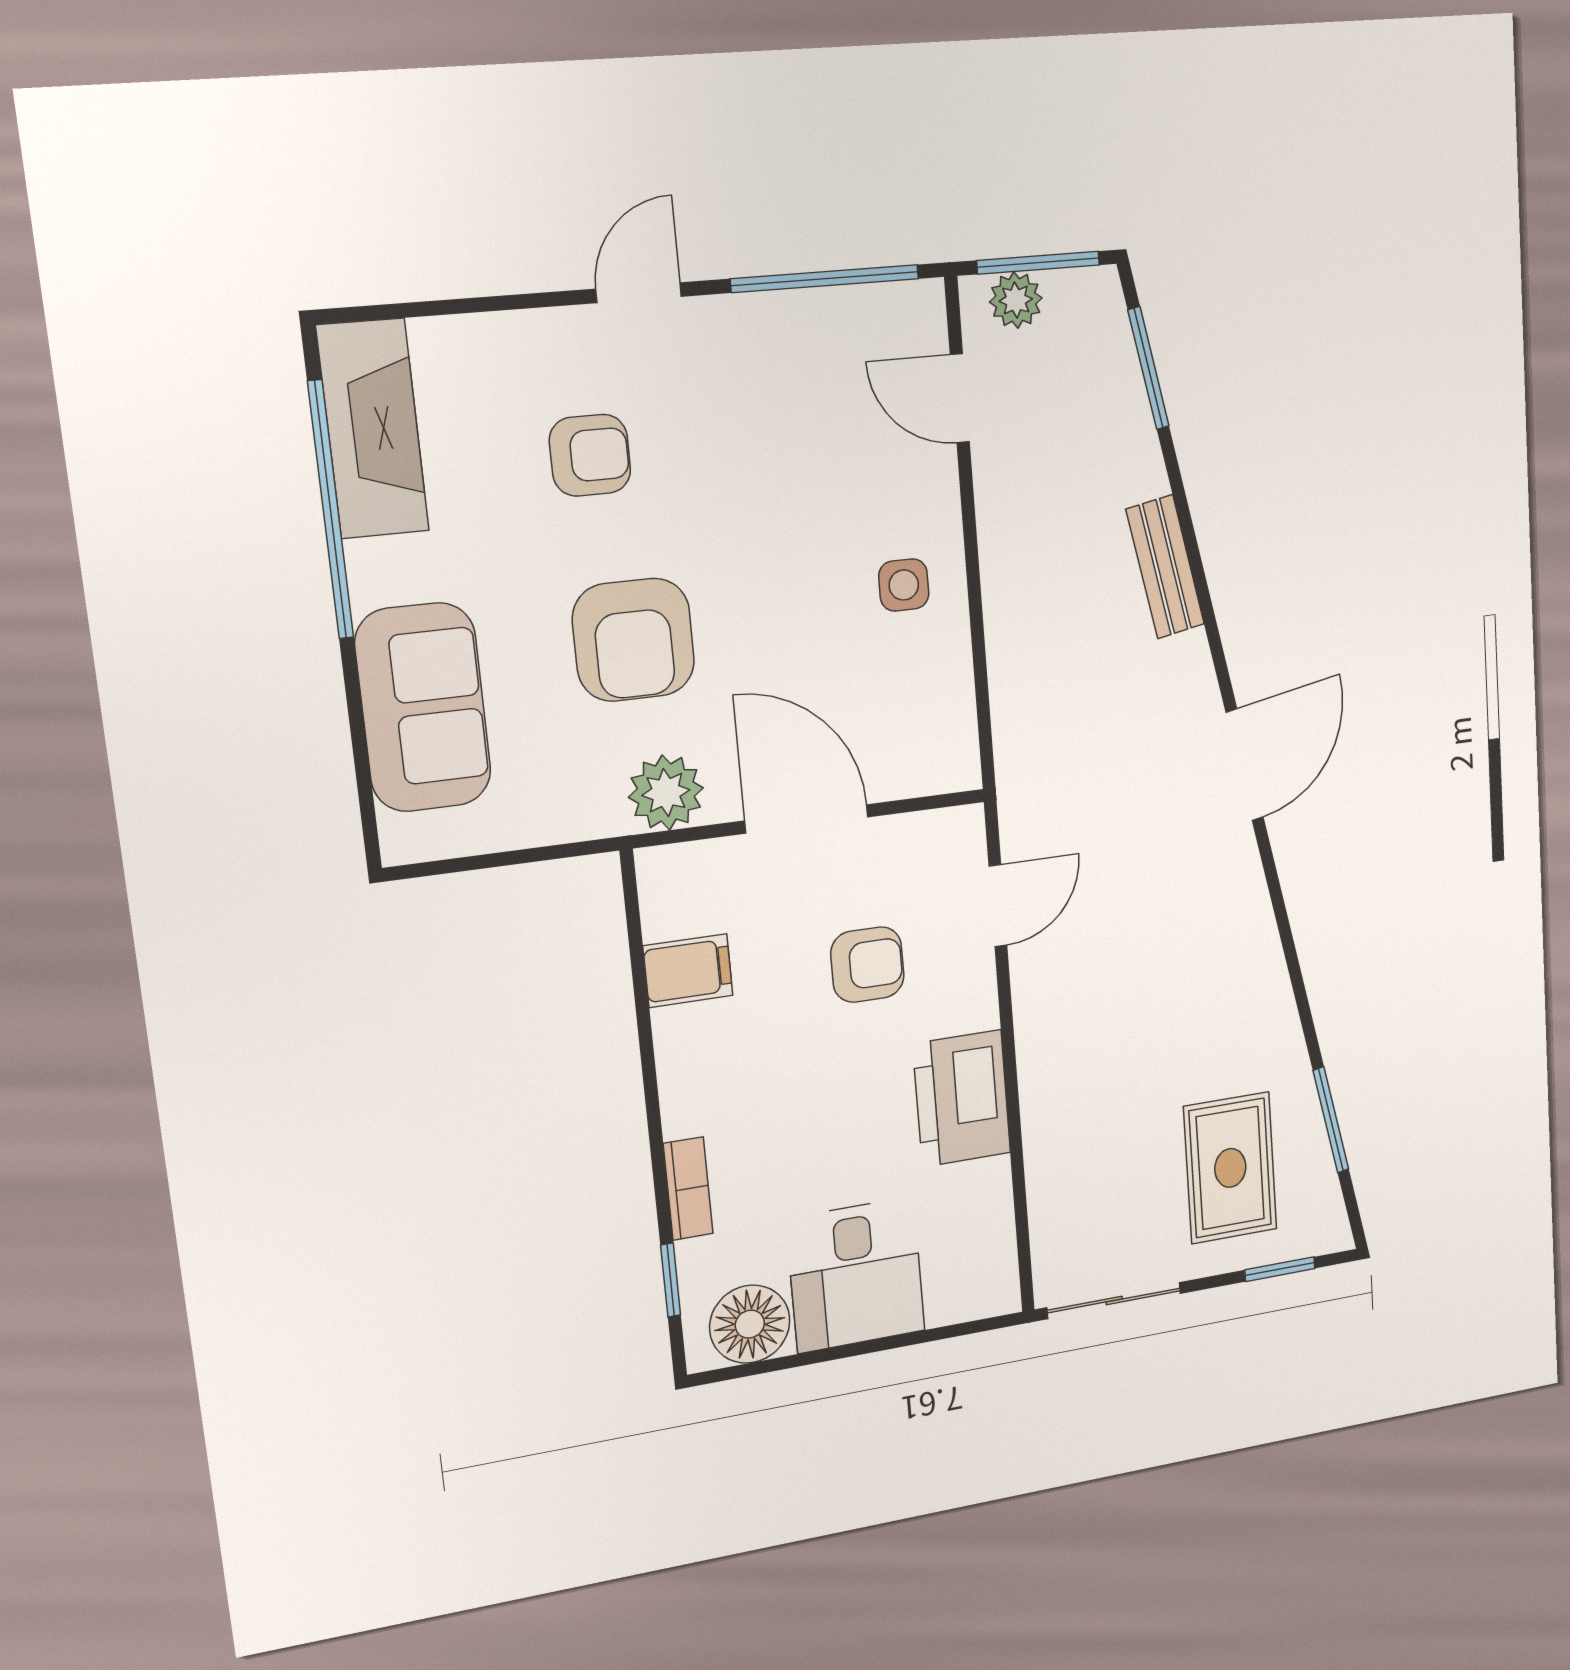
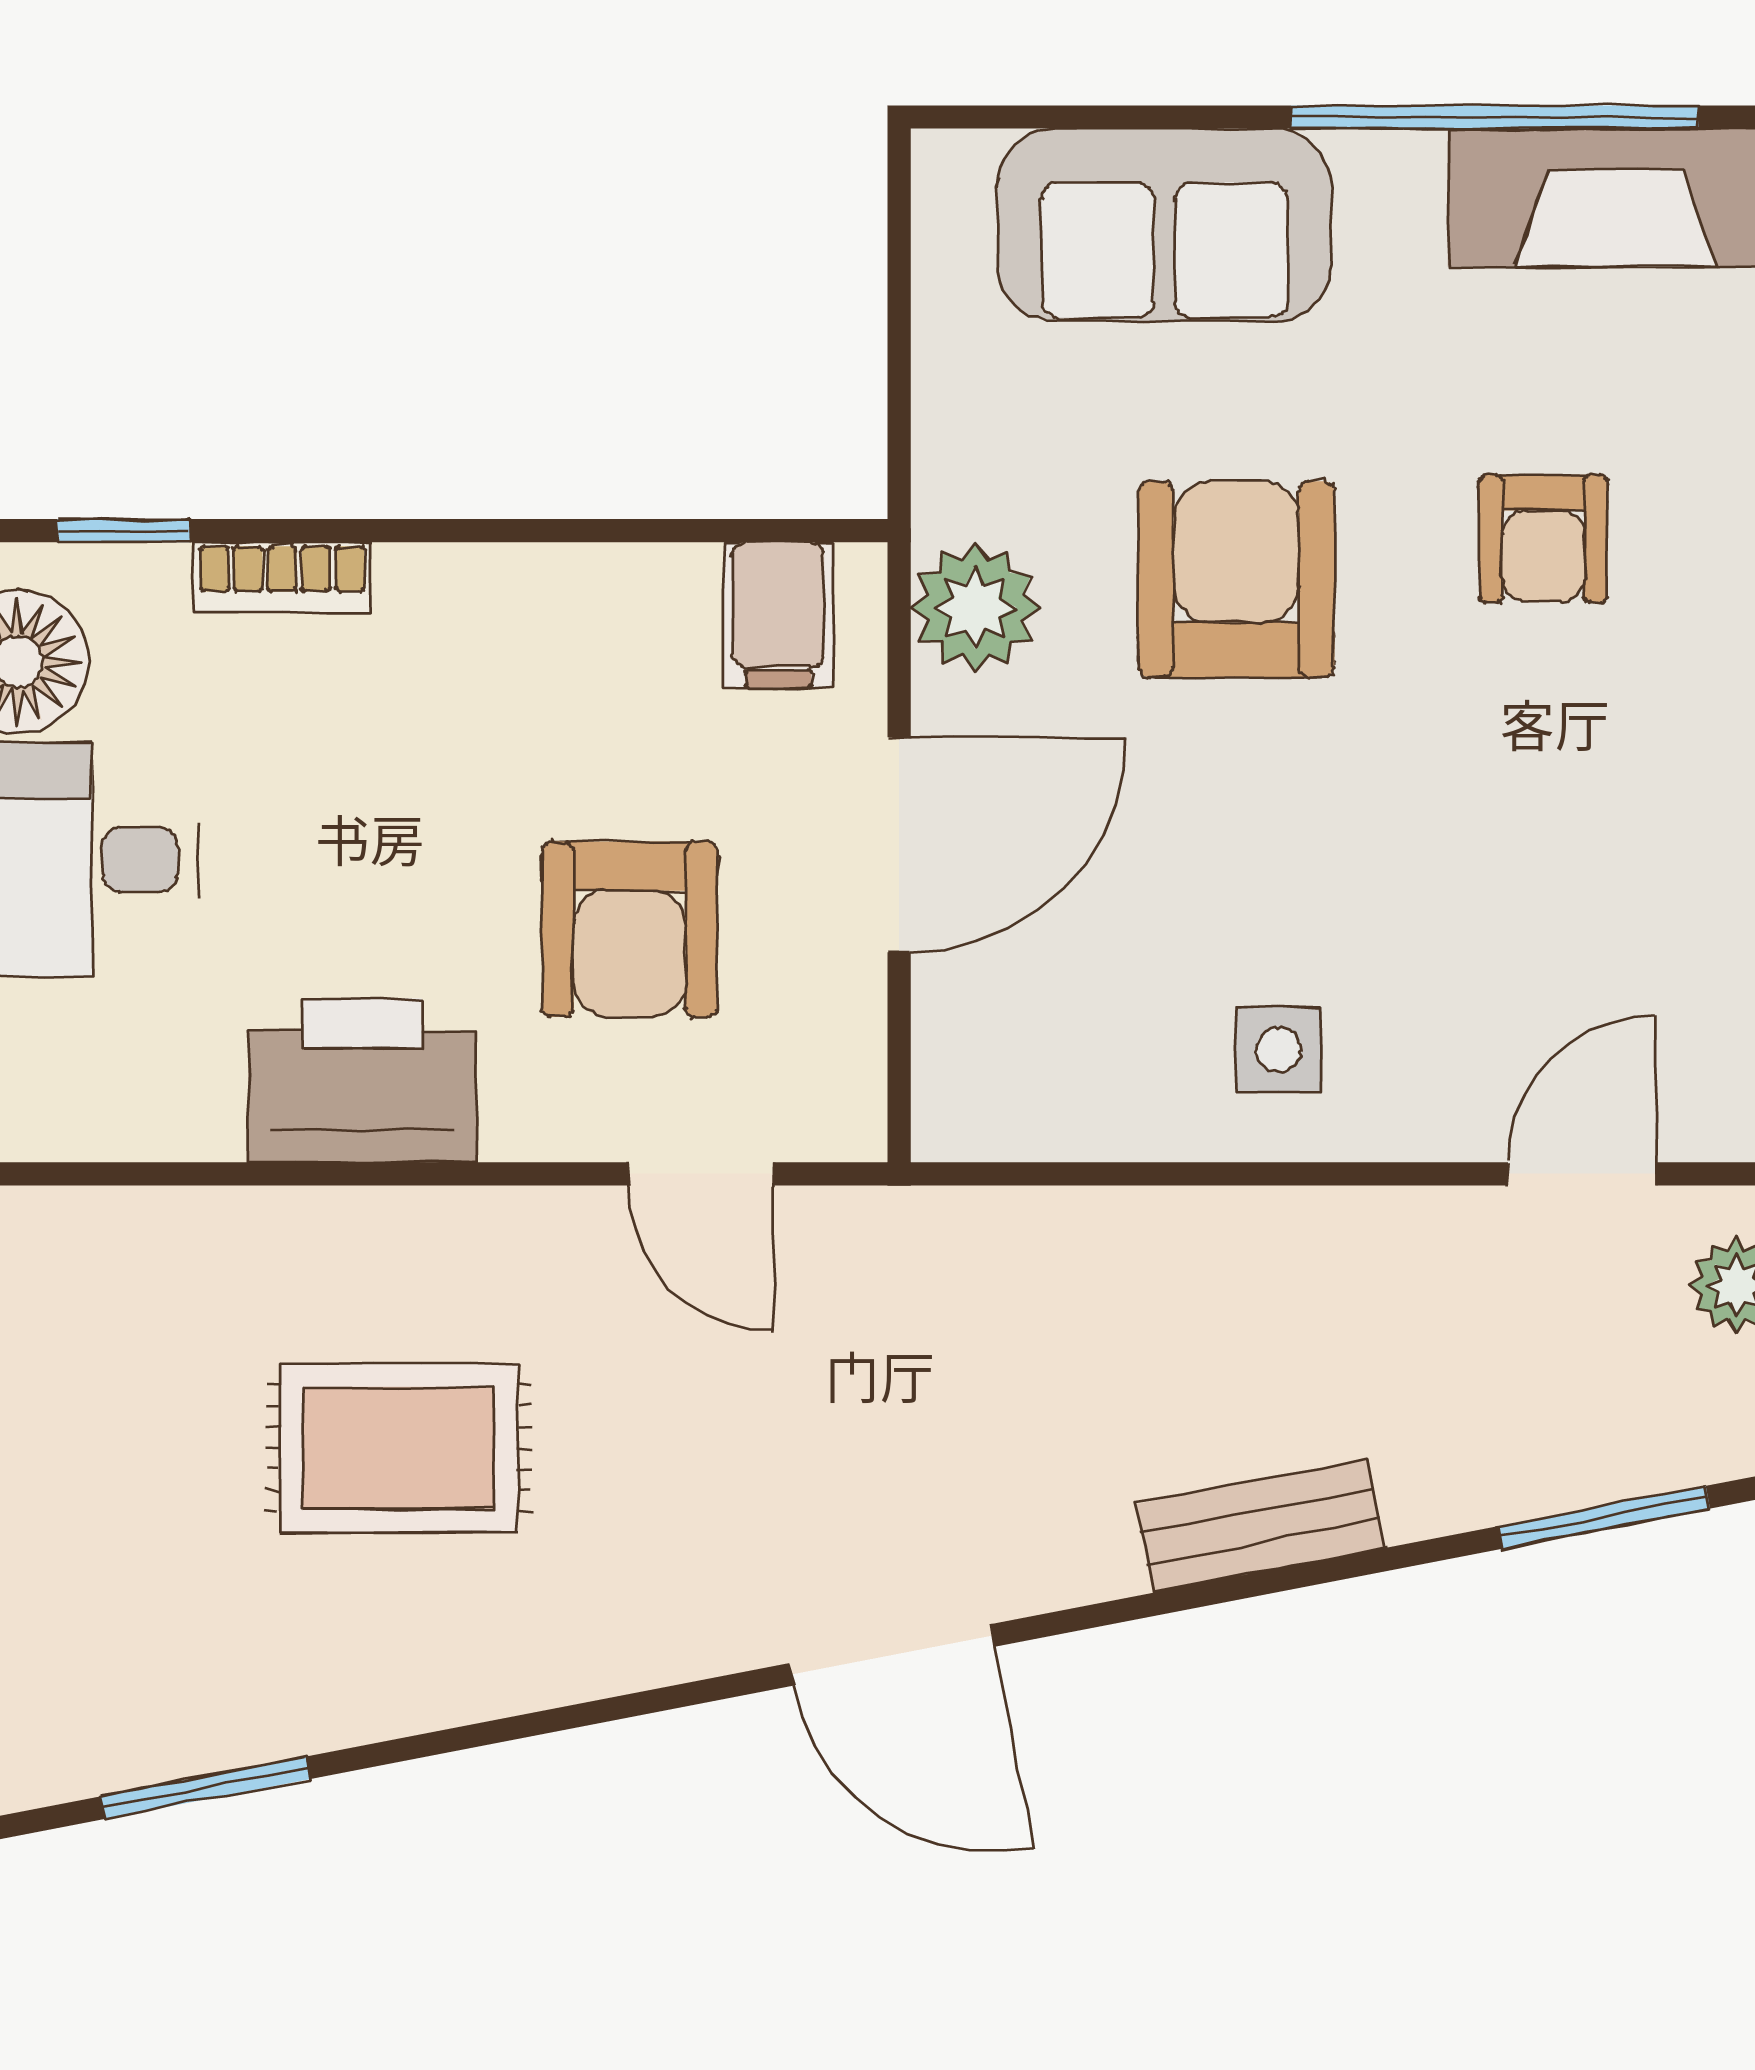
armchair: (634, 640) -> (1236, 579), turned 90
armchair: (867, 965) -> (630, 929), width x1.38, depth x1.38
filing cabinet: (688, 971) -> (778, 615), moved
rug: (1230, 1168) -> (399, 1448), moved

